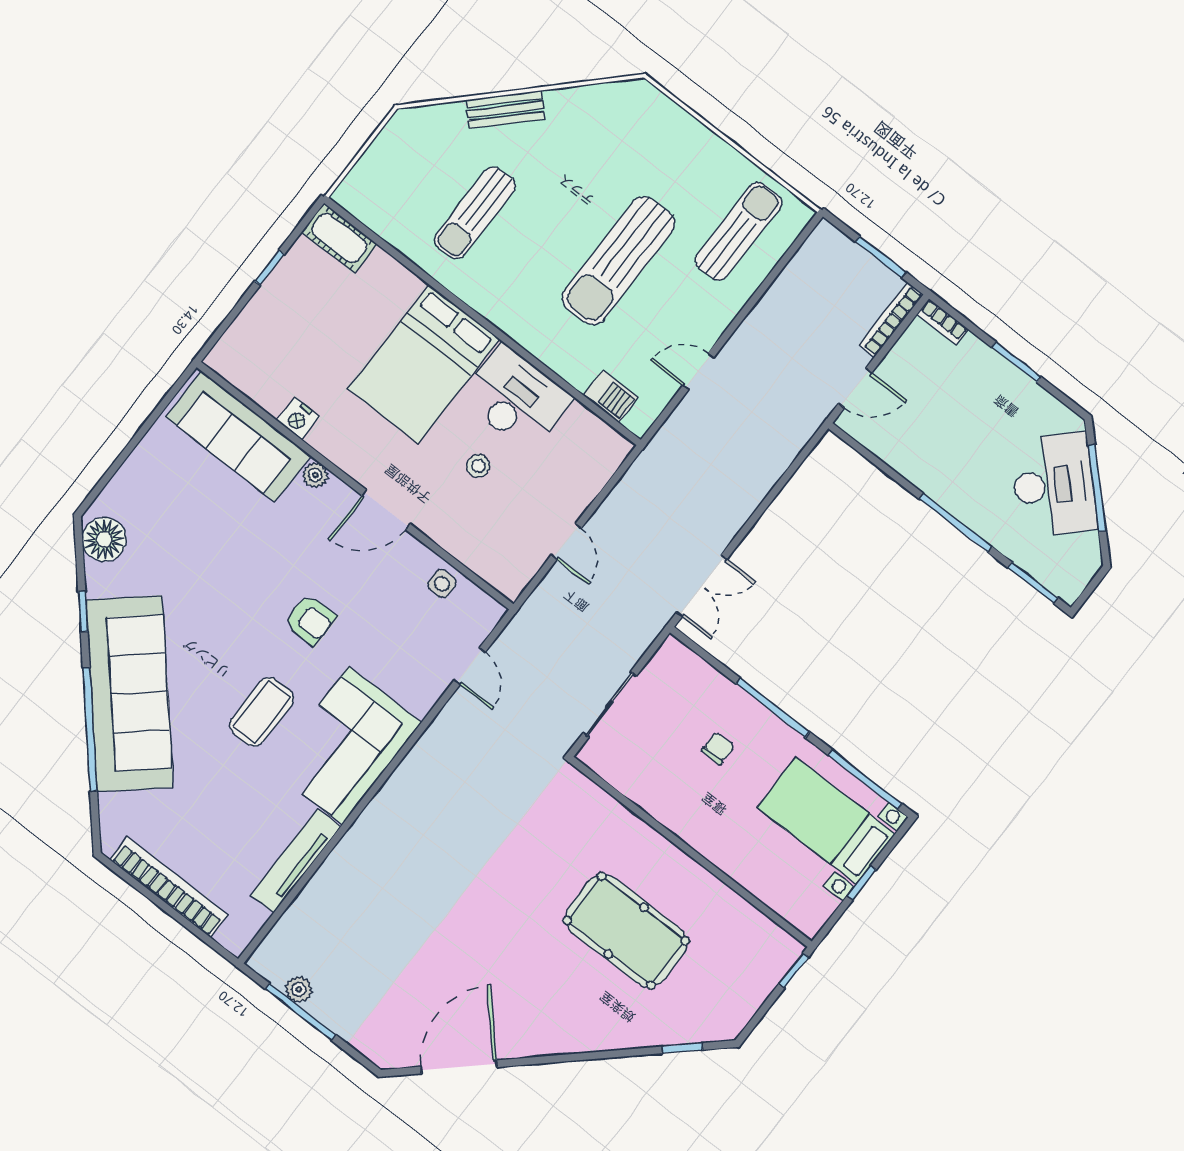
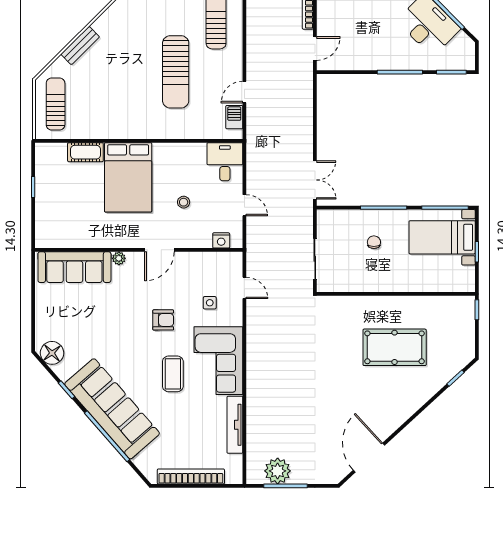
sun lounger: (475, 213) -> (56, 104), moved, turned 180
cot: (340, 238) -> (85, 152), moved
barbecue: (611, 396) -> (234, 117), moved, turned -90
desk: (516, 398) -> (225, 162), moved, width x0.73
nightstand: (298, 419) -> (221, 240), moved
side table: (442, 584) -> (210, 303), moved
plant: (299, 989) -> (278, 471), width x1.88, depth x1.88

